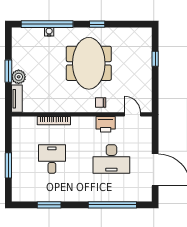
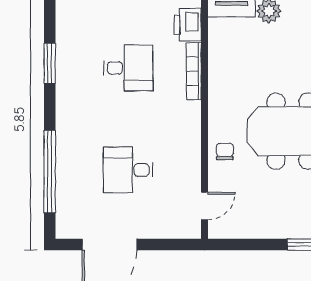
printer: (106, 124) -> (188, 25), moved
desk: (111, 159) -> (128, 170), width x0.73

